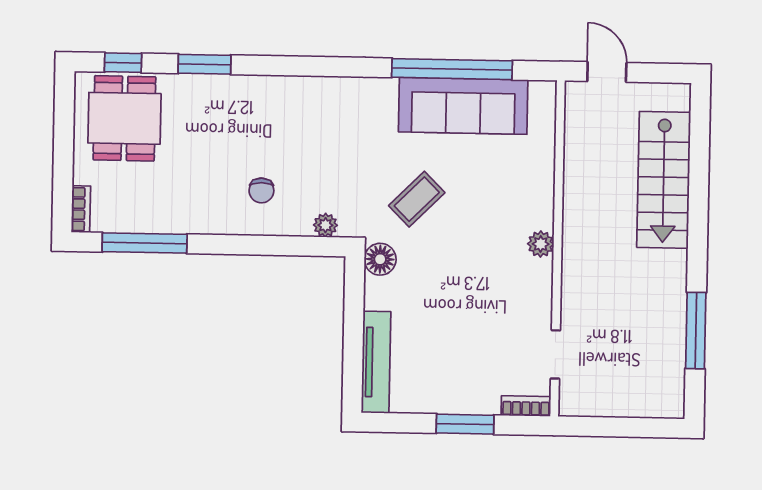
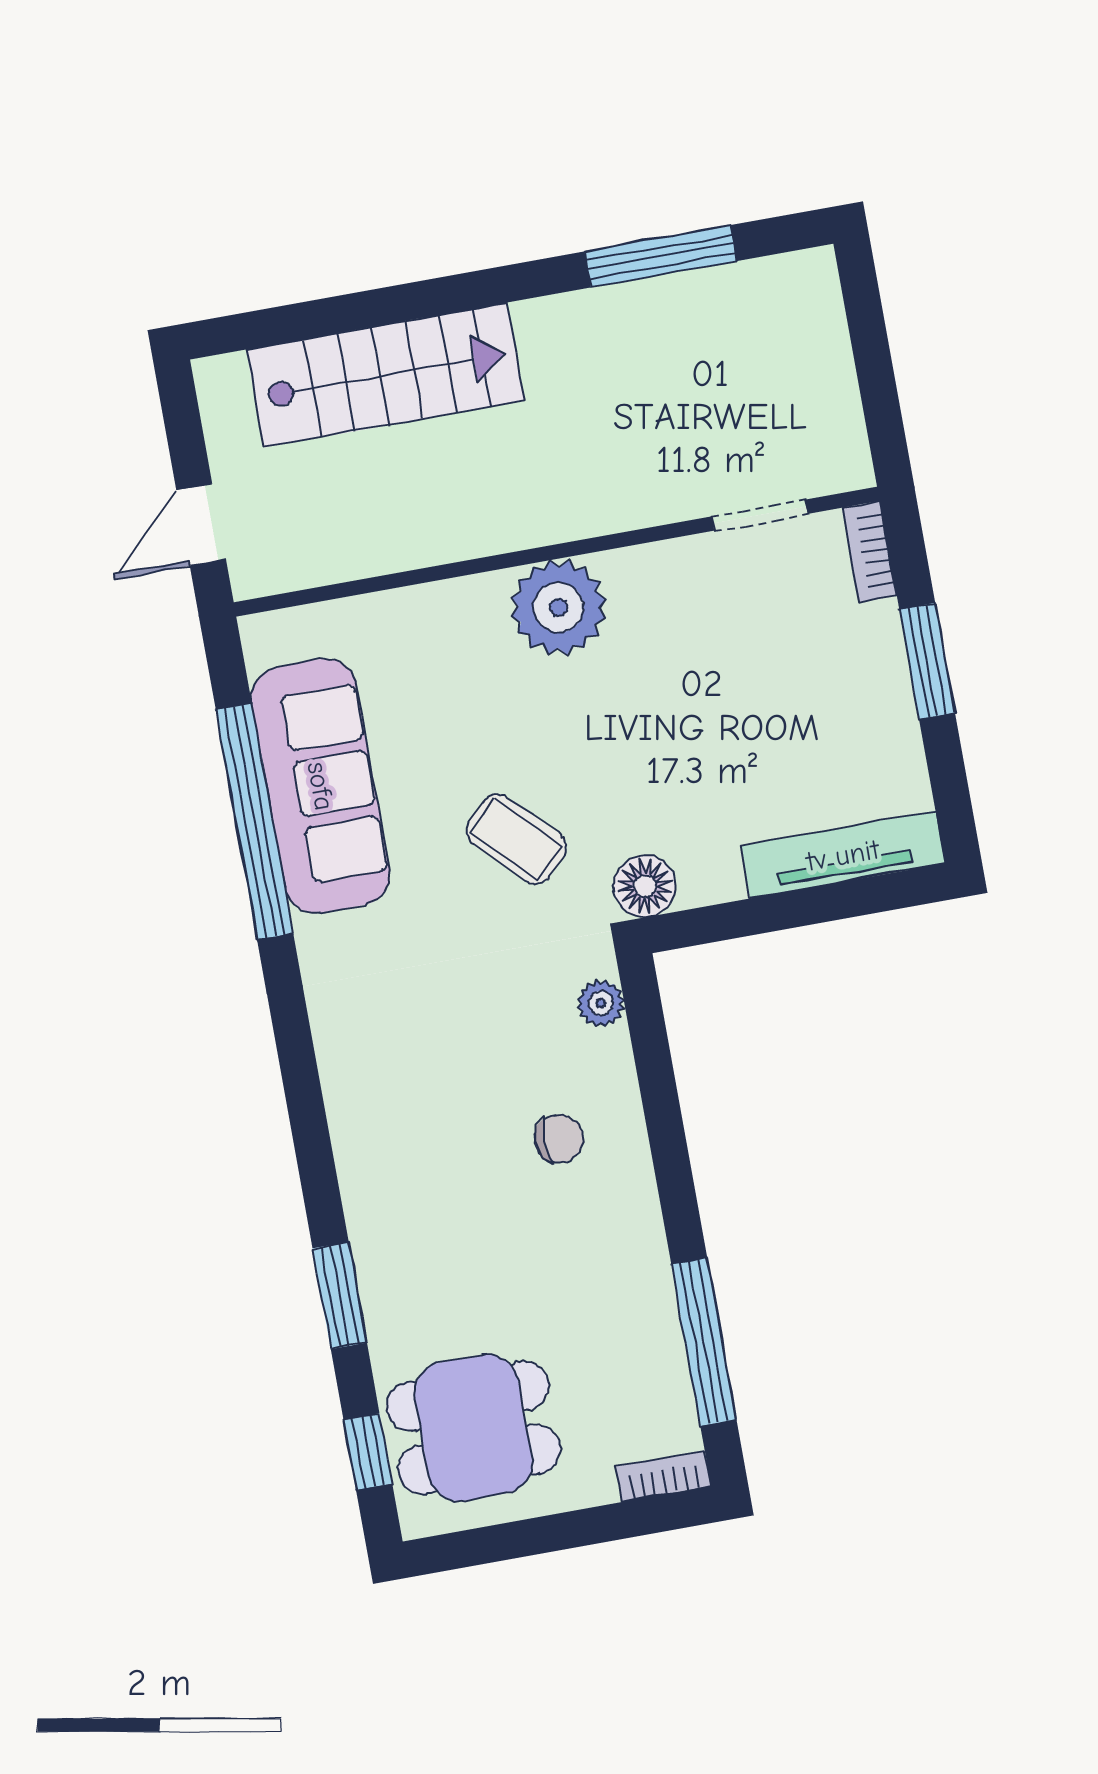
plant: (541, 244) -> (559, 607), width x1.87, depth x1.87

